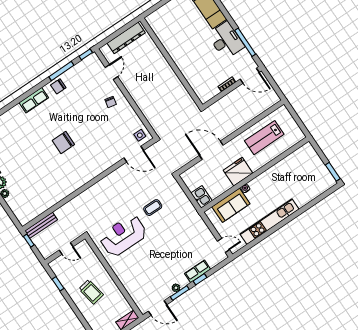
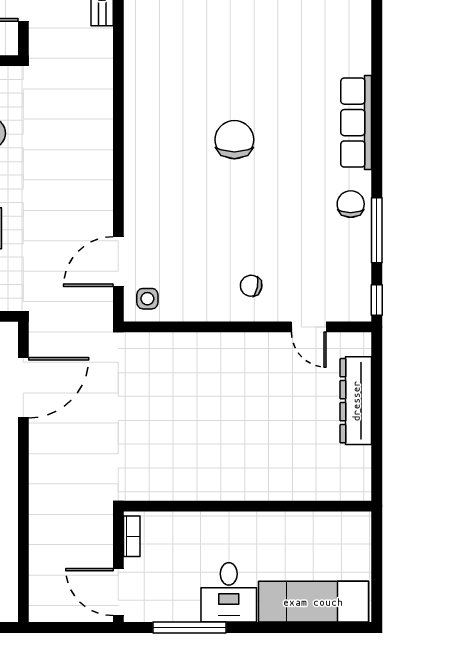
desk: (226, 41) -> (229, 592), width x0.73
wall: (171, 63) -> (248, 506), moved
door: (250, 76) -> (118, 592), hinge flipped
row of seats: (34, 100) -> (356, 123), width x1.48
door: (211, 150) -> (23, 388), moved

